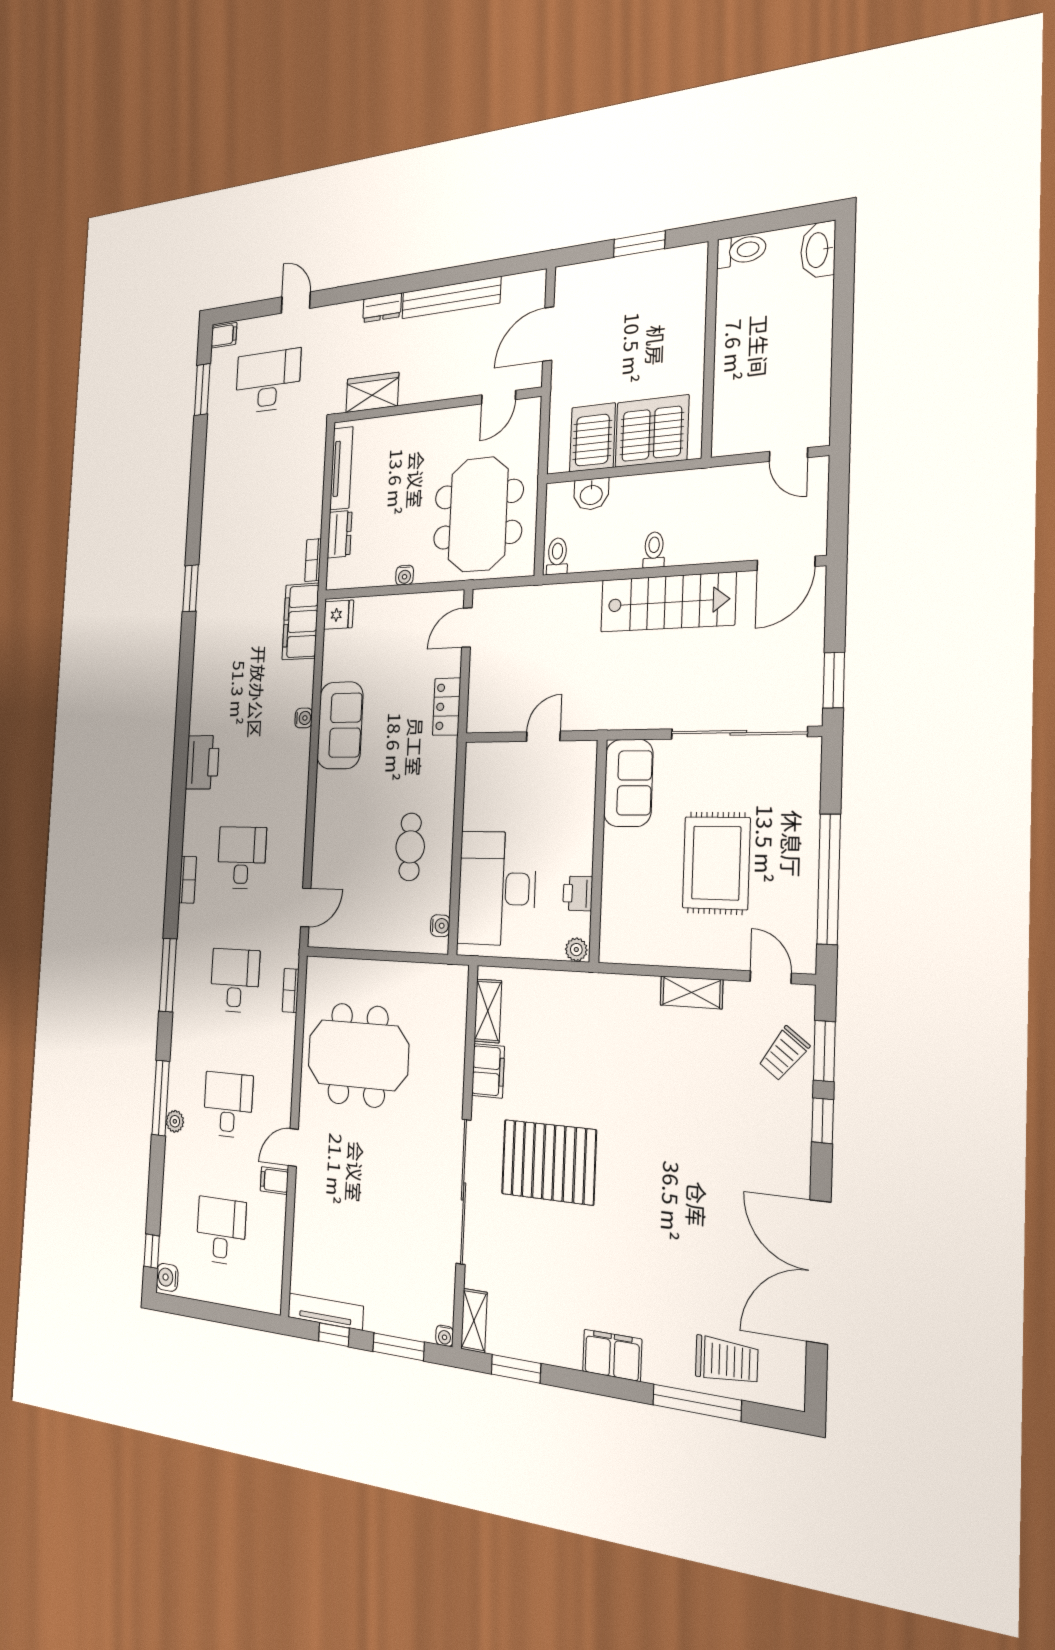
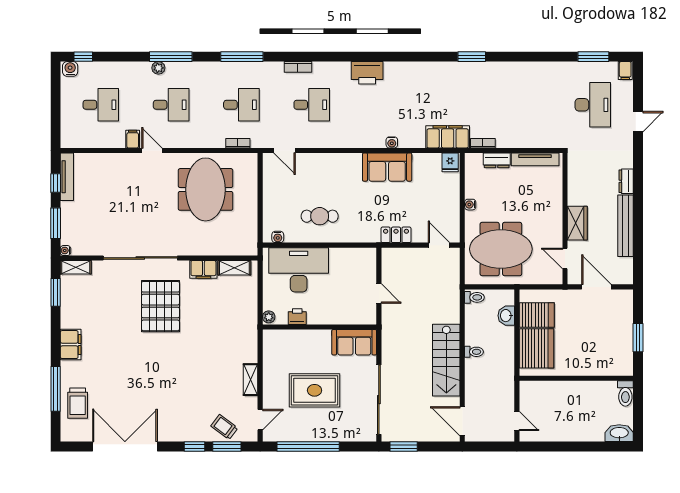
wardrobe: (372, 392) -> (577, 223), moved
door: (788, 455) -> (517, 421), swing flipped

